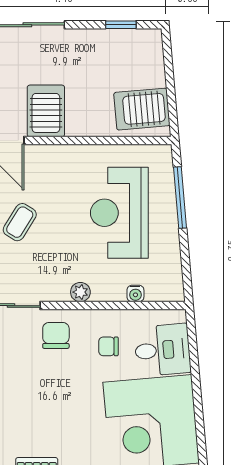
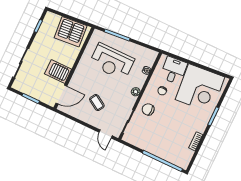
server rack: (142, 109) -> (71, 32), width x1.60

